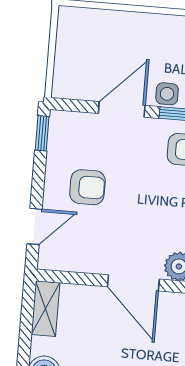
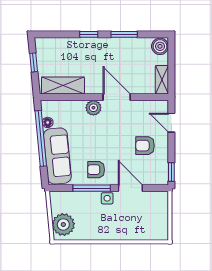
door: (122, 109) -> (130, 188), swing flipped
door: (34, 226) -> (171, 123), hinge flipped

